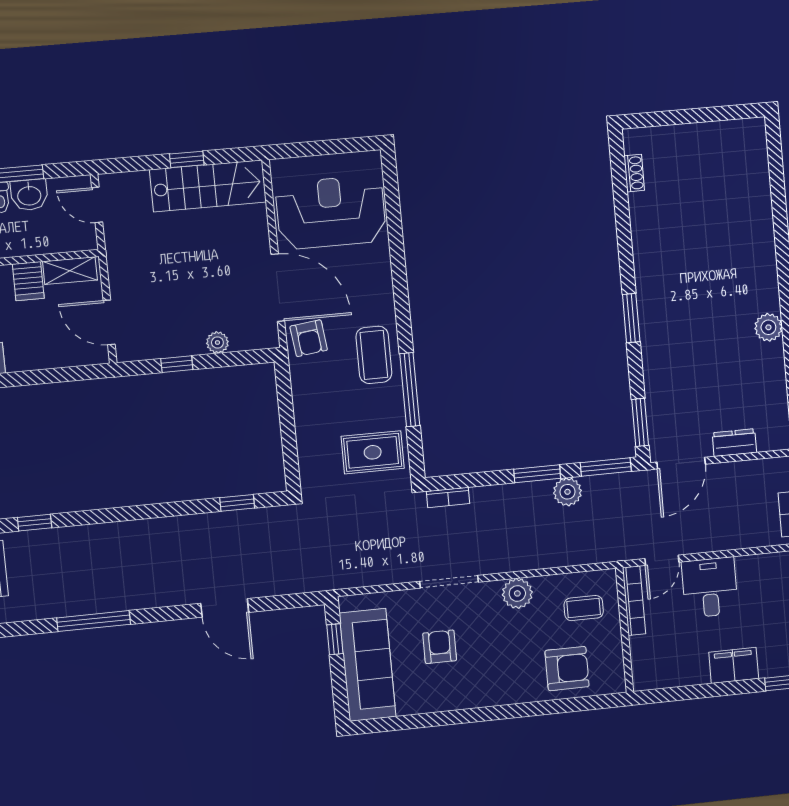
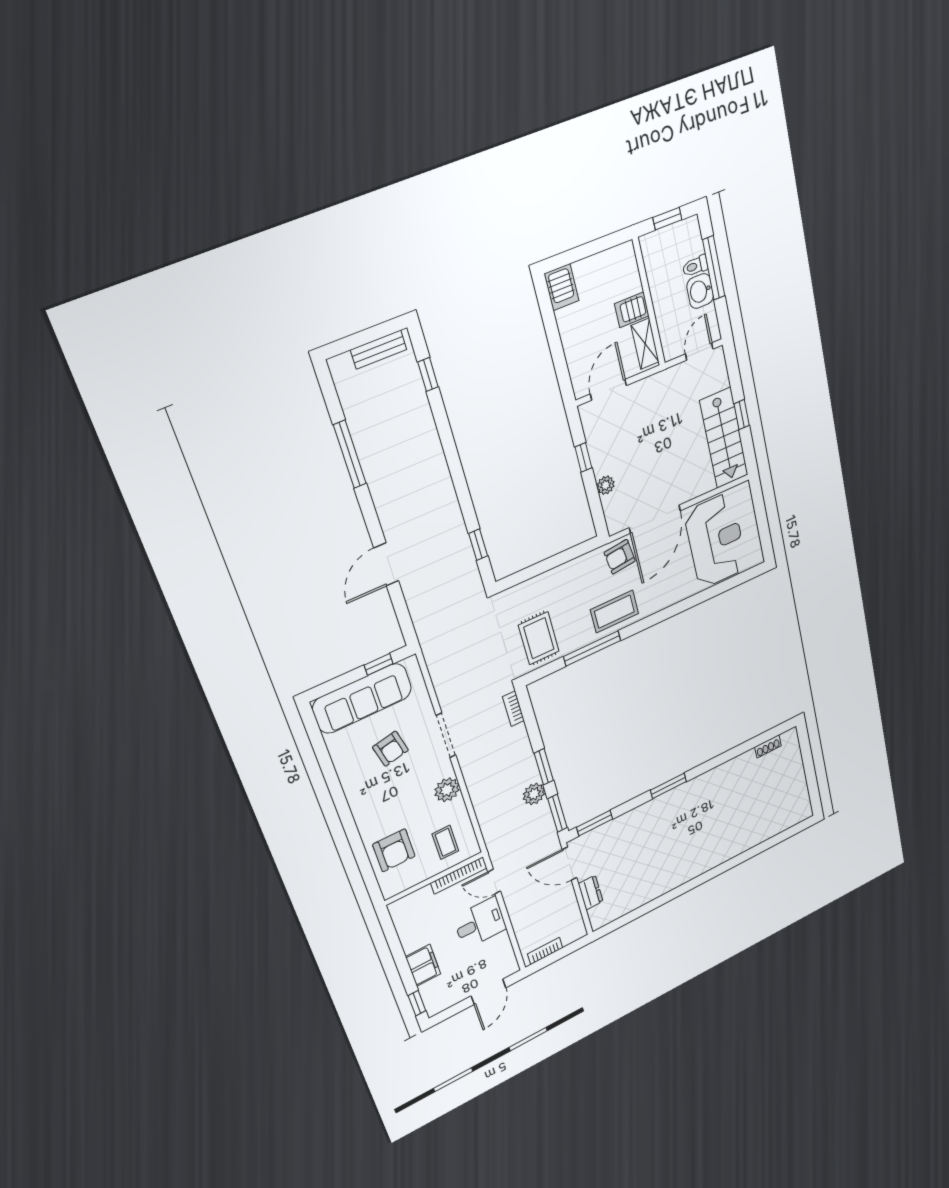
plant: (768, 327) -> (675, 879), removed
armchair: (440, 647) -> (390, 749), turned 78

